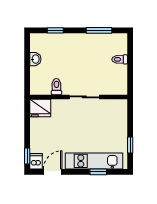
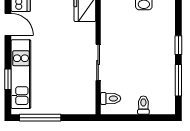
window: (55, 30) -> (178, 45), moved
toilet: (56, 87) -> (111, 98), moved
window: (130, 145) -> (40, 118), width x2.17

